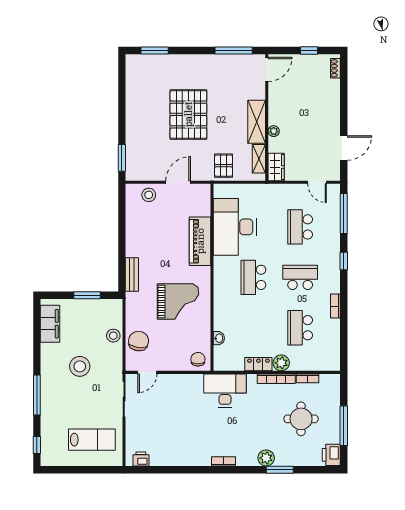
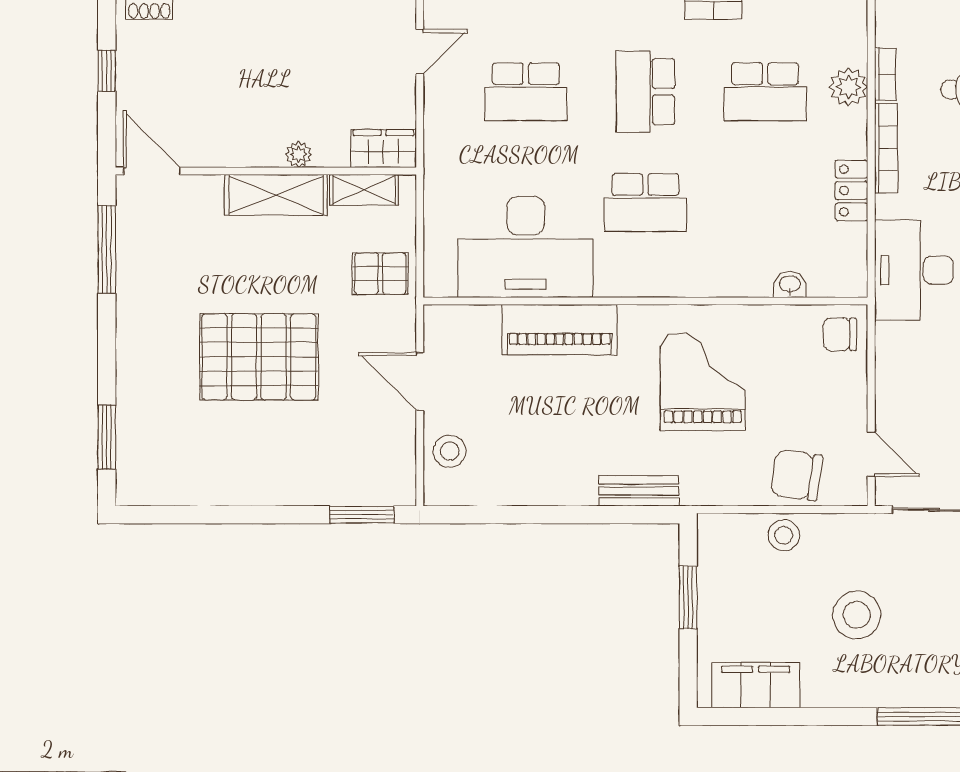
plant: (281, 363) -> (849, 87), moved

